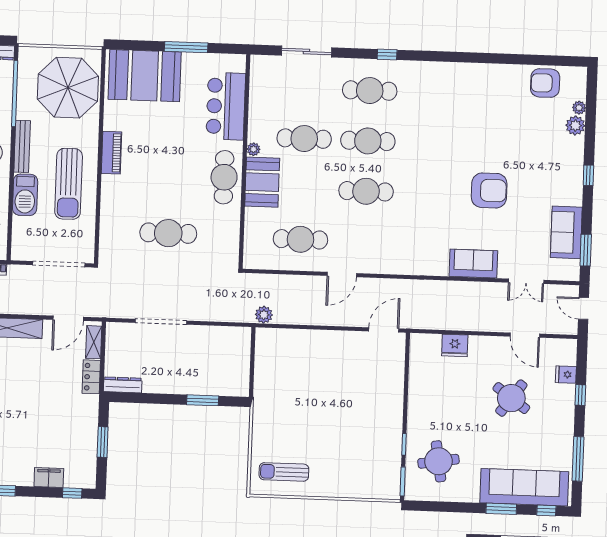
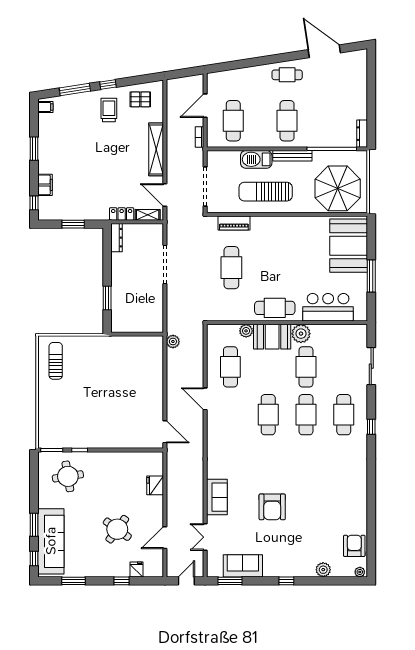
plant: (579, 108) -> (360, 572), moved
plant: (254, 149) -> (301, 334), width x1.88, depth x1.88
piano: (112, 153) -> (234, 223), moved
plant: (253, 217) -> (246, 331), added
window: (578, 459) -> (74, 581), width x0.69

